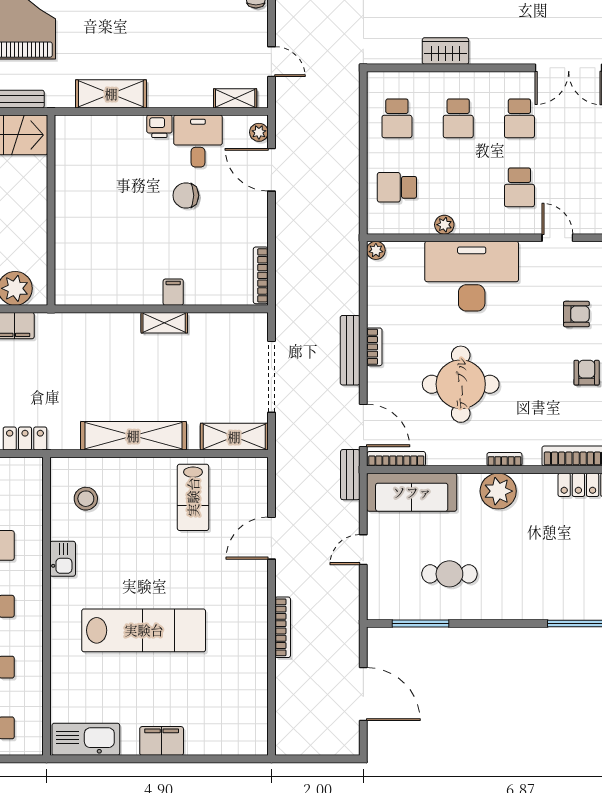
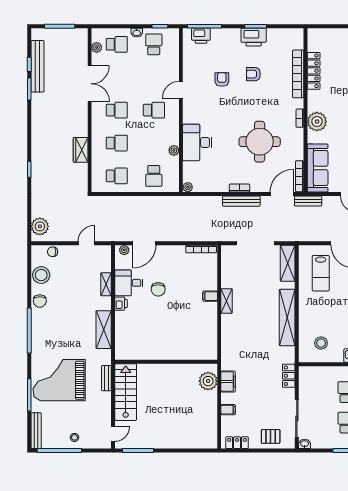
shelving: (235, 98) -> (106, 284), moved
desk: (472, 276) -> (197, 142), width x0.73, depth x0.77
lab bench: (193, 497) -> (321, 273), moved, turned 90

